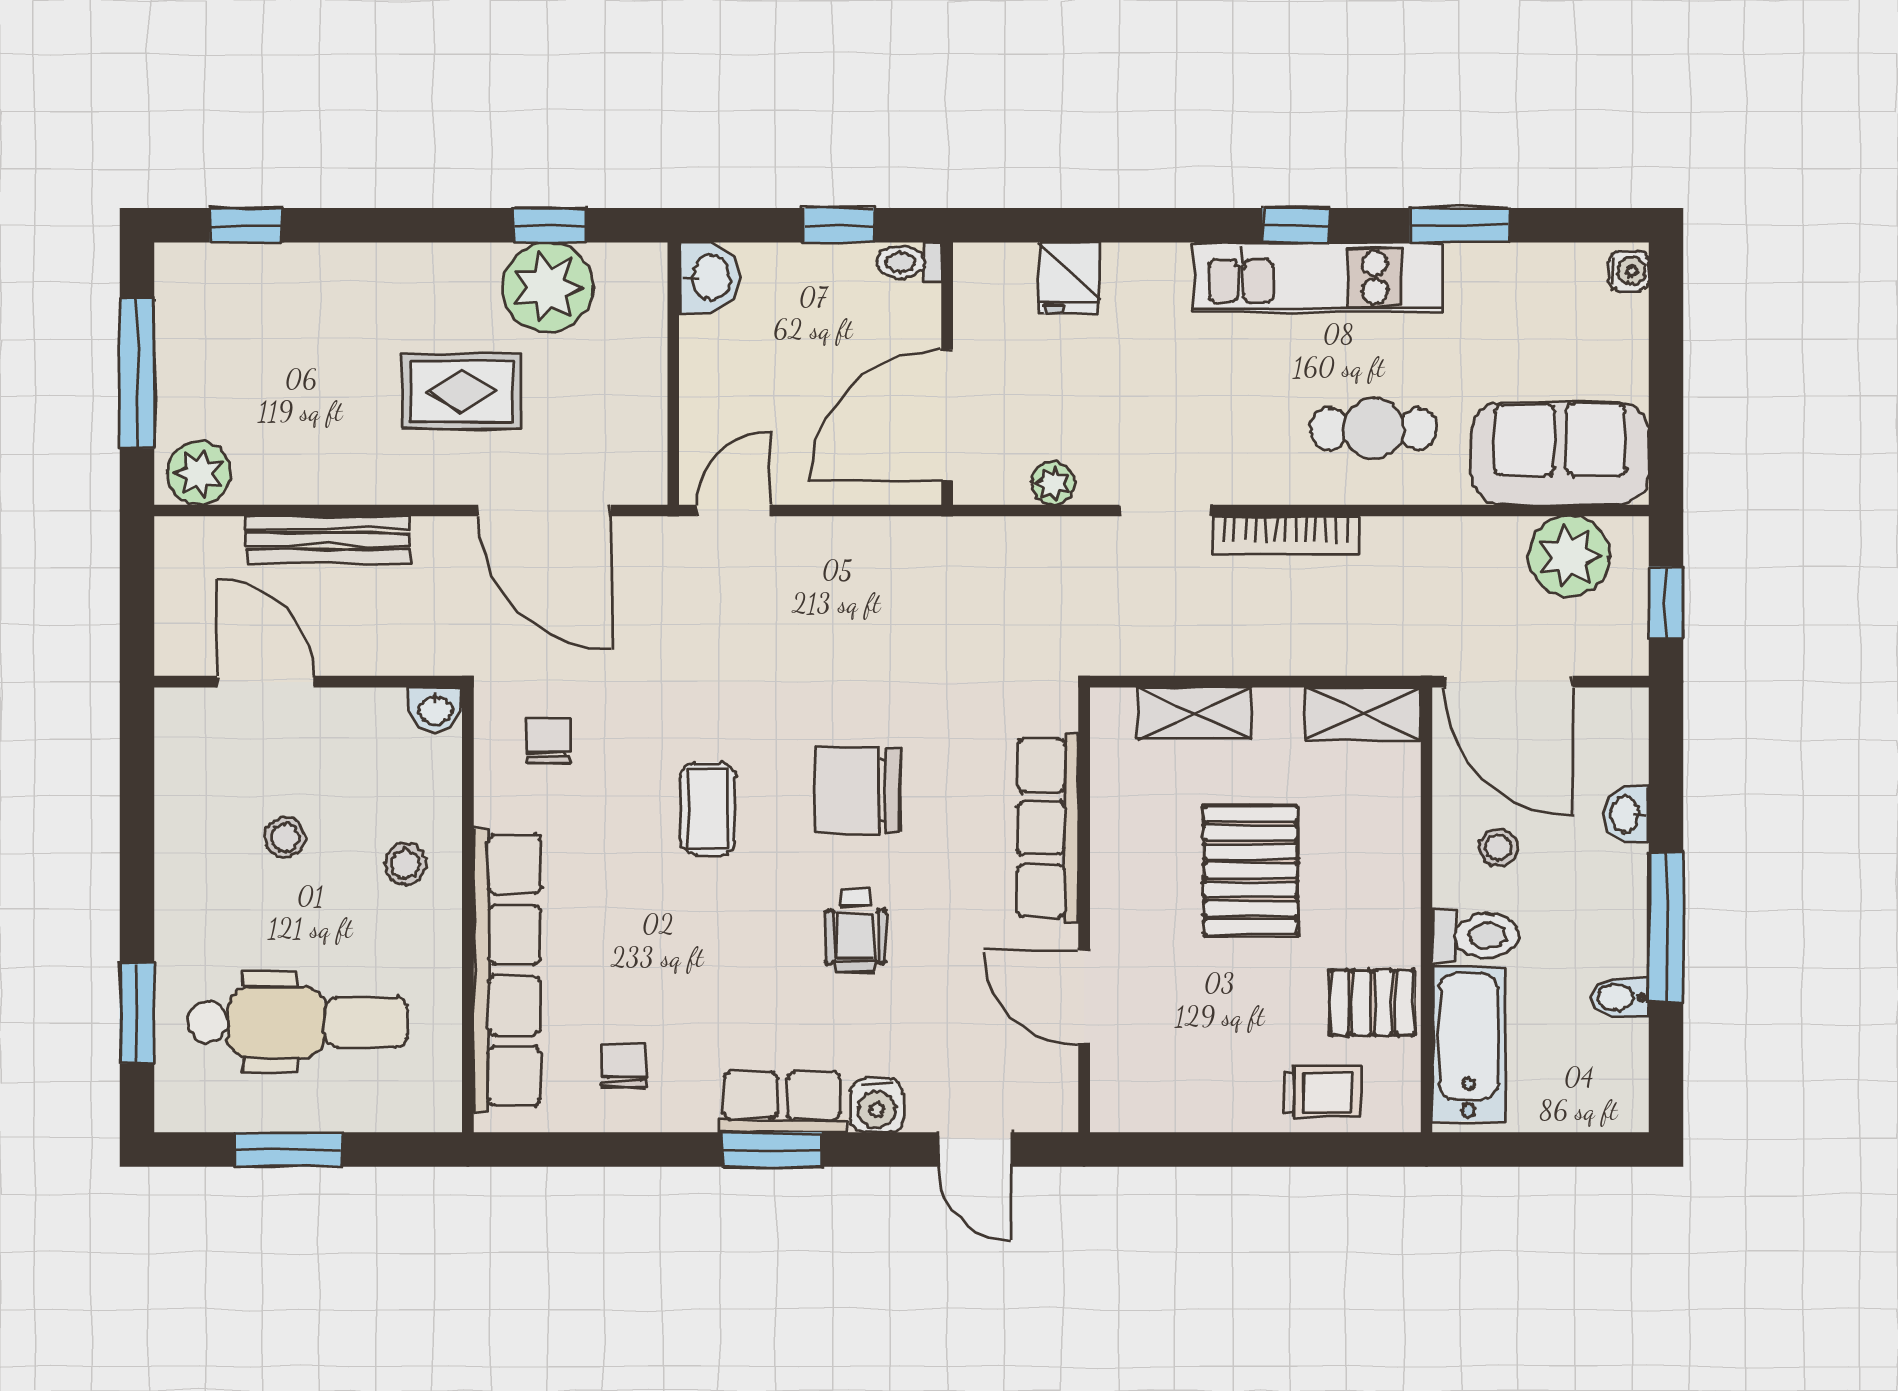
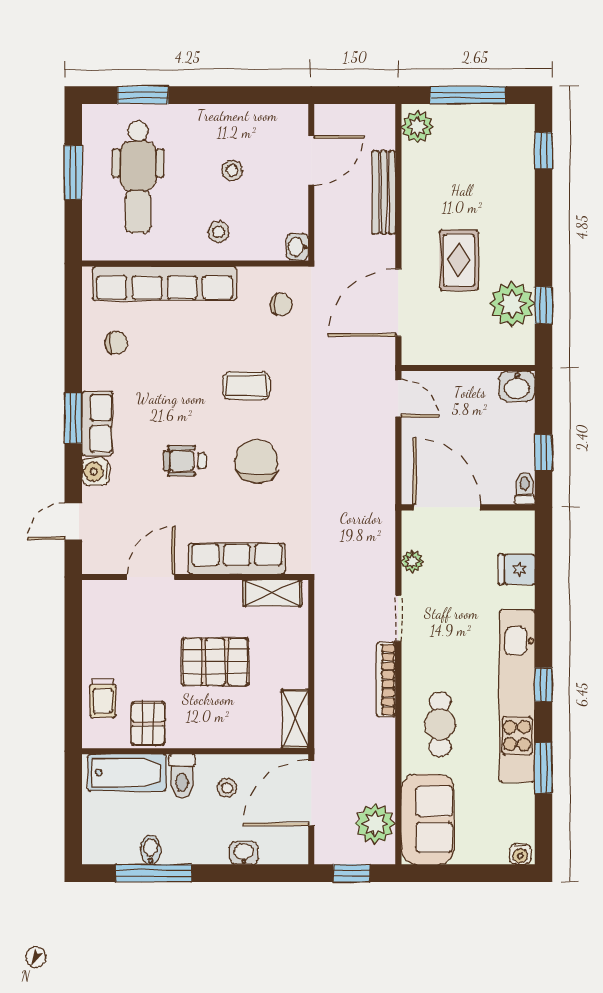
kitchen unit: (1318, 277) -> (517, 696), width x1.36
shelving: (1194, 713) -> (272, 593), moved, turned 90
window: (1666, 927) -> (154, 873), moved

